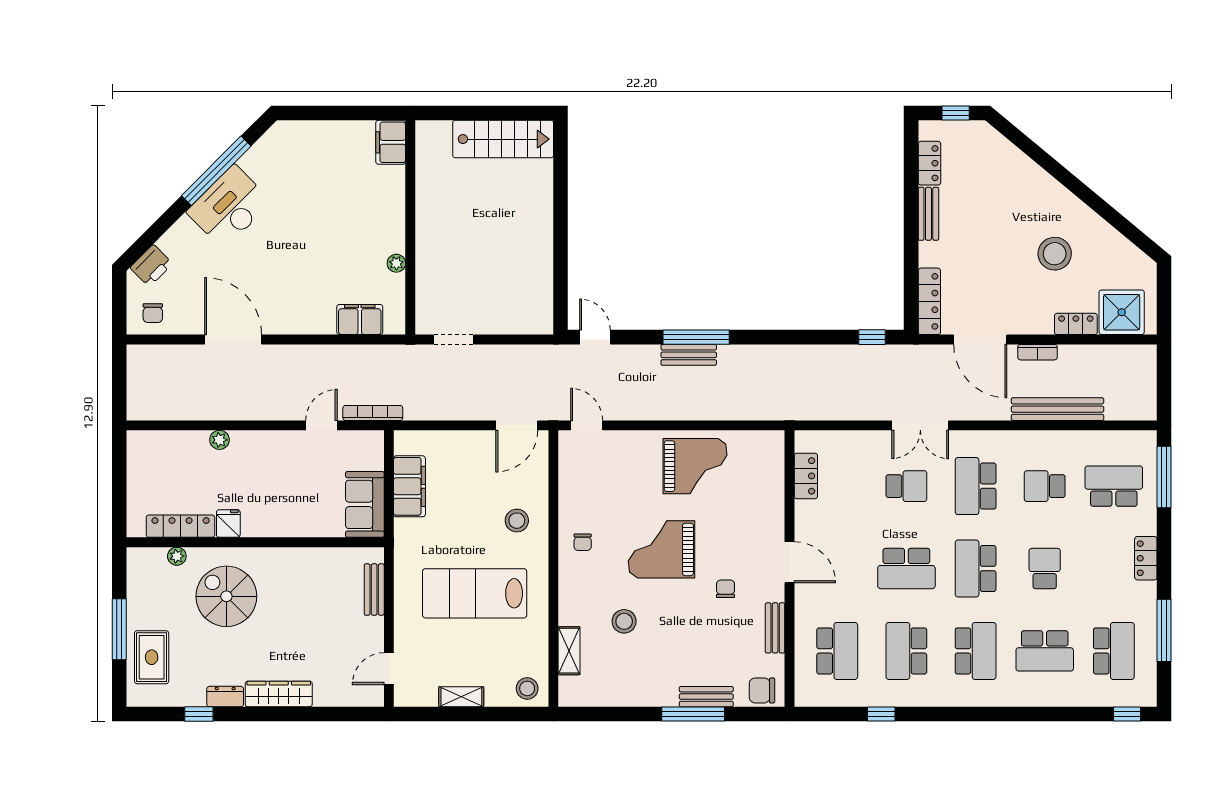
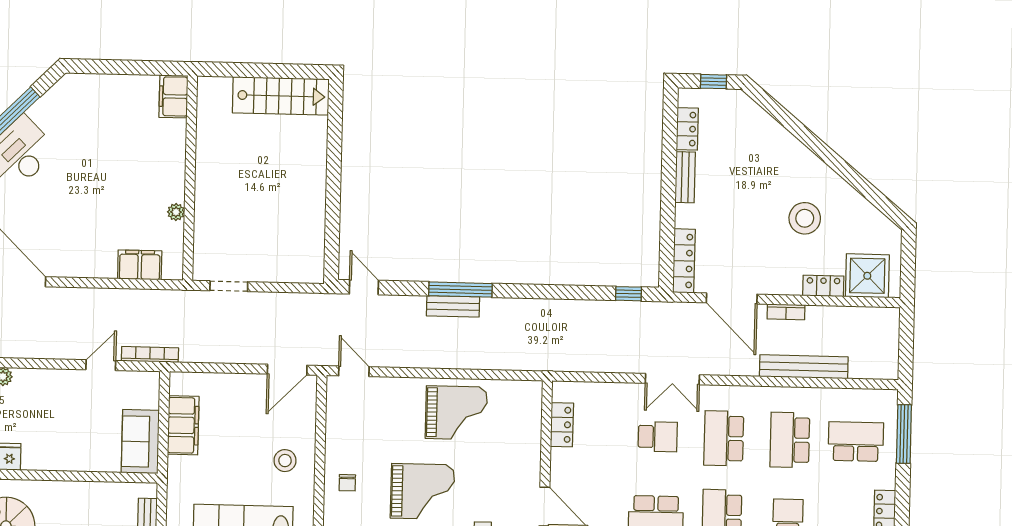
school desk: (1045, 486) -> (790, 440), width x1.85
grand piano: (661, 549) -> (422, 491), turned 180

